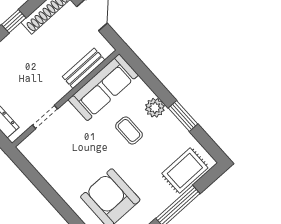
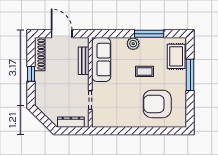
window: (183, 116) -> (149, 34), width x1.44
coffee table: (129, 130) -> (144, 71), moved

